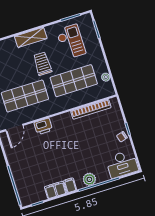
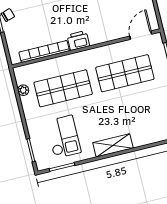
checkout: (71, 42) -> (63, 137), turned 180
trolley: (42, 64) -> (101, 112), removed
printer: (43, 126) -> (78, 41), moved

